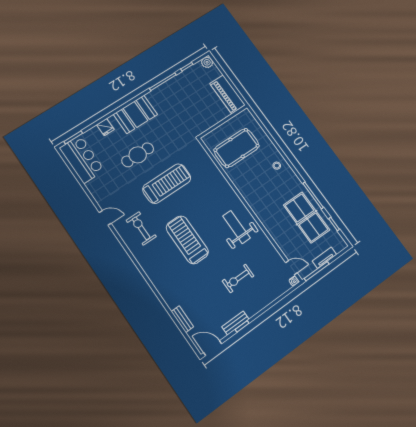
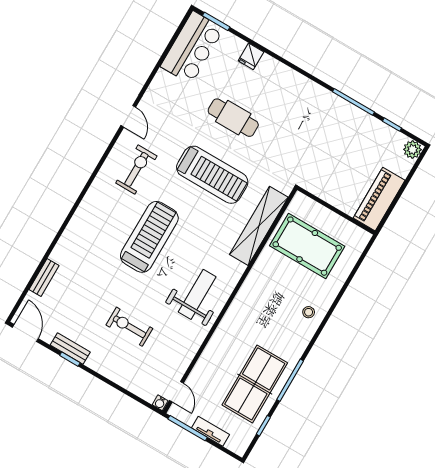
booth: (135, 114) -> (288, 87), removed
shelving: (211, 170) -> (259, 226), added

